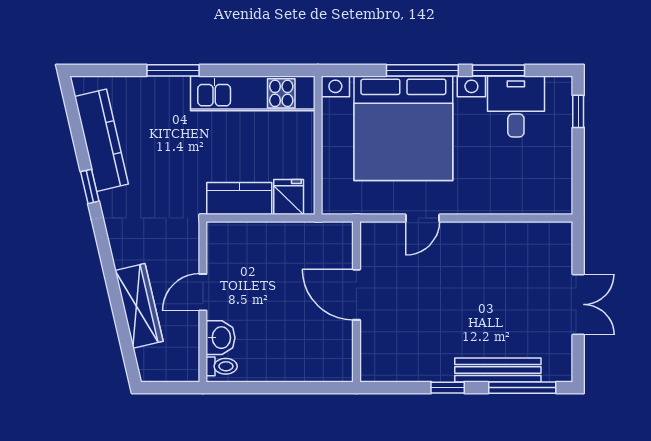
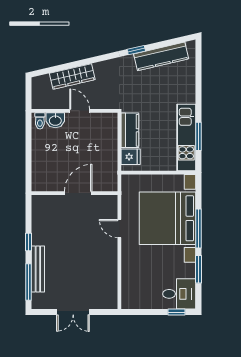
window: (173, 70) -> (199, 136), moved
desk: (516, 106) -> (179, 294), moved

